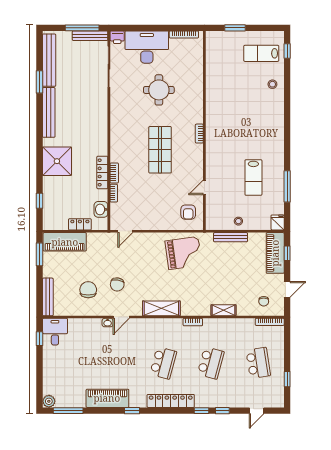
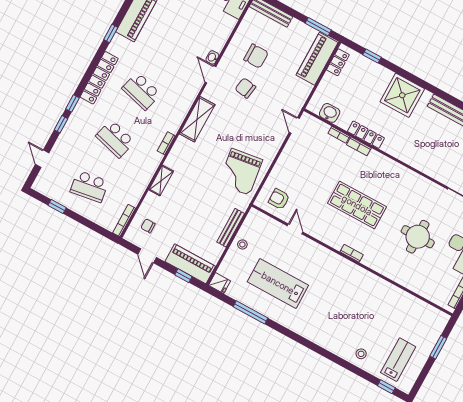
lab bench: (253, 177) -> (278, 283), width x1.36, depth x1.39
locker: (80, 224) -> (338, 62), moved

